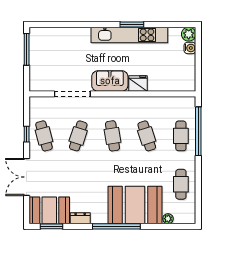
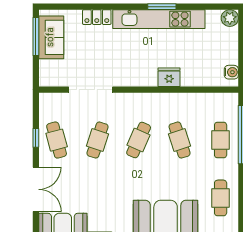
locker: (78, 33) -> (97, 17), added
water cooler: (190, 48) -> (231, 72), moved
sofa: (110, 81) -> (51, 37), moved, turned 90
cafe table: (112, 136) -> (139, 140), turned 33
double door: (27, 177) -> (36, 189), swing flipped

